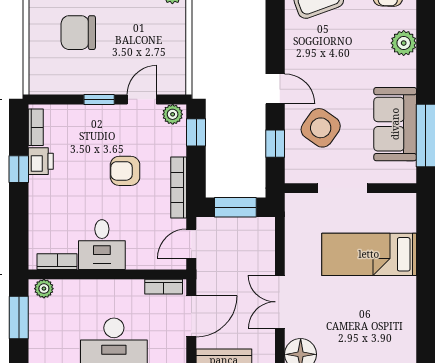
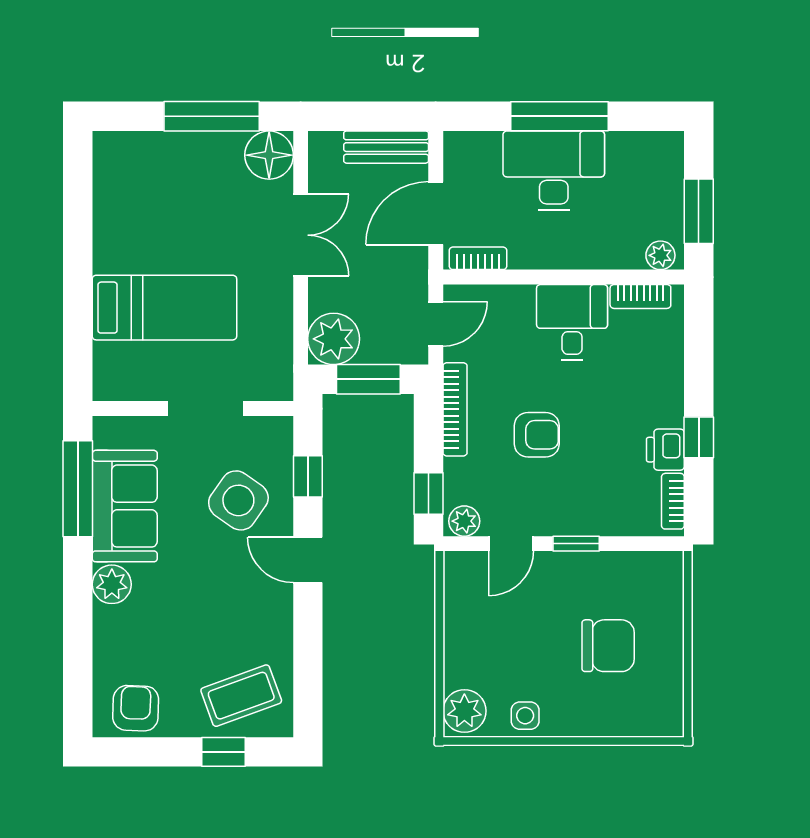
plant: (404, 43) -> (112, 584), moved
plant: (258, 234) -> (334, 339), added

